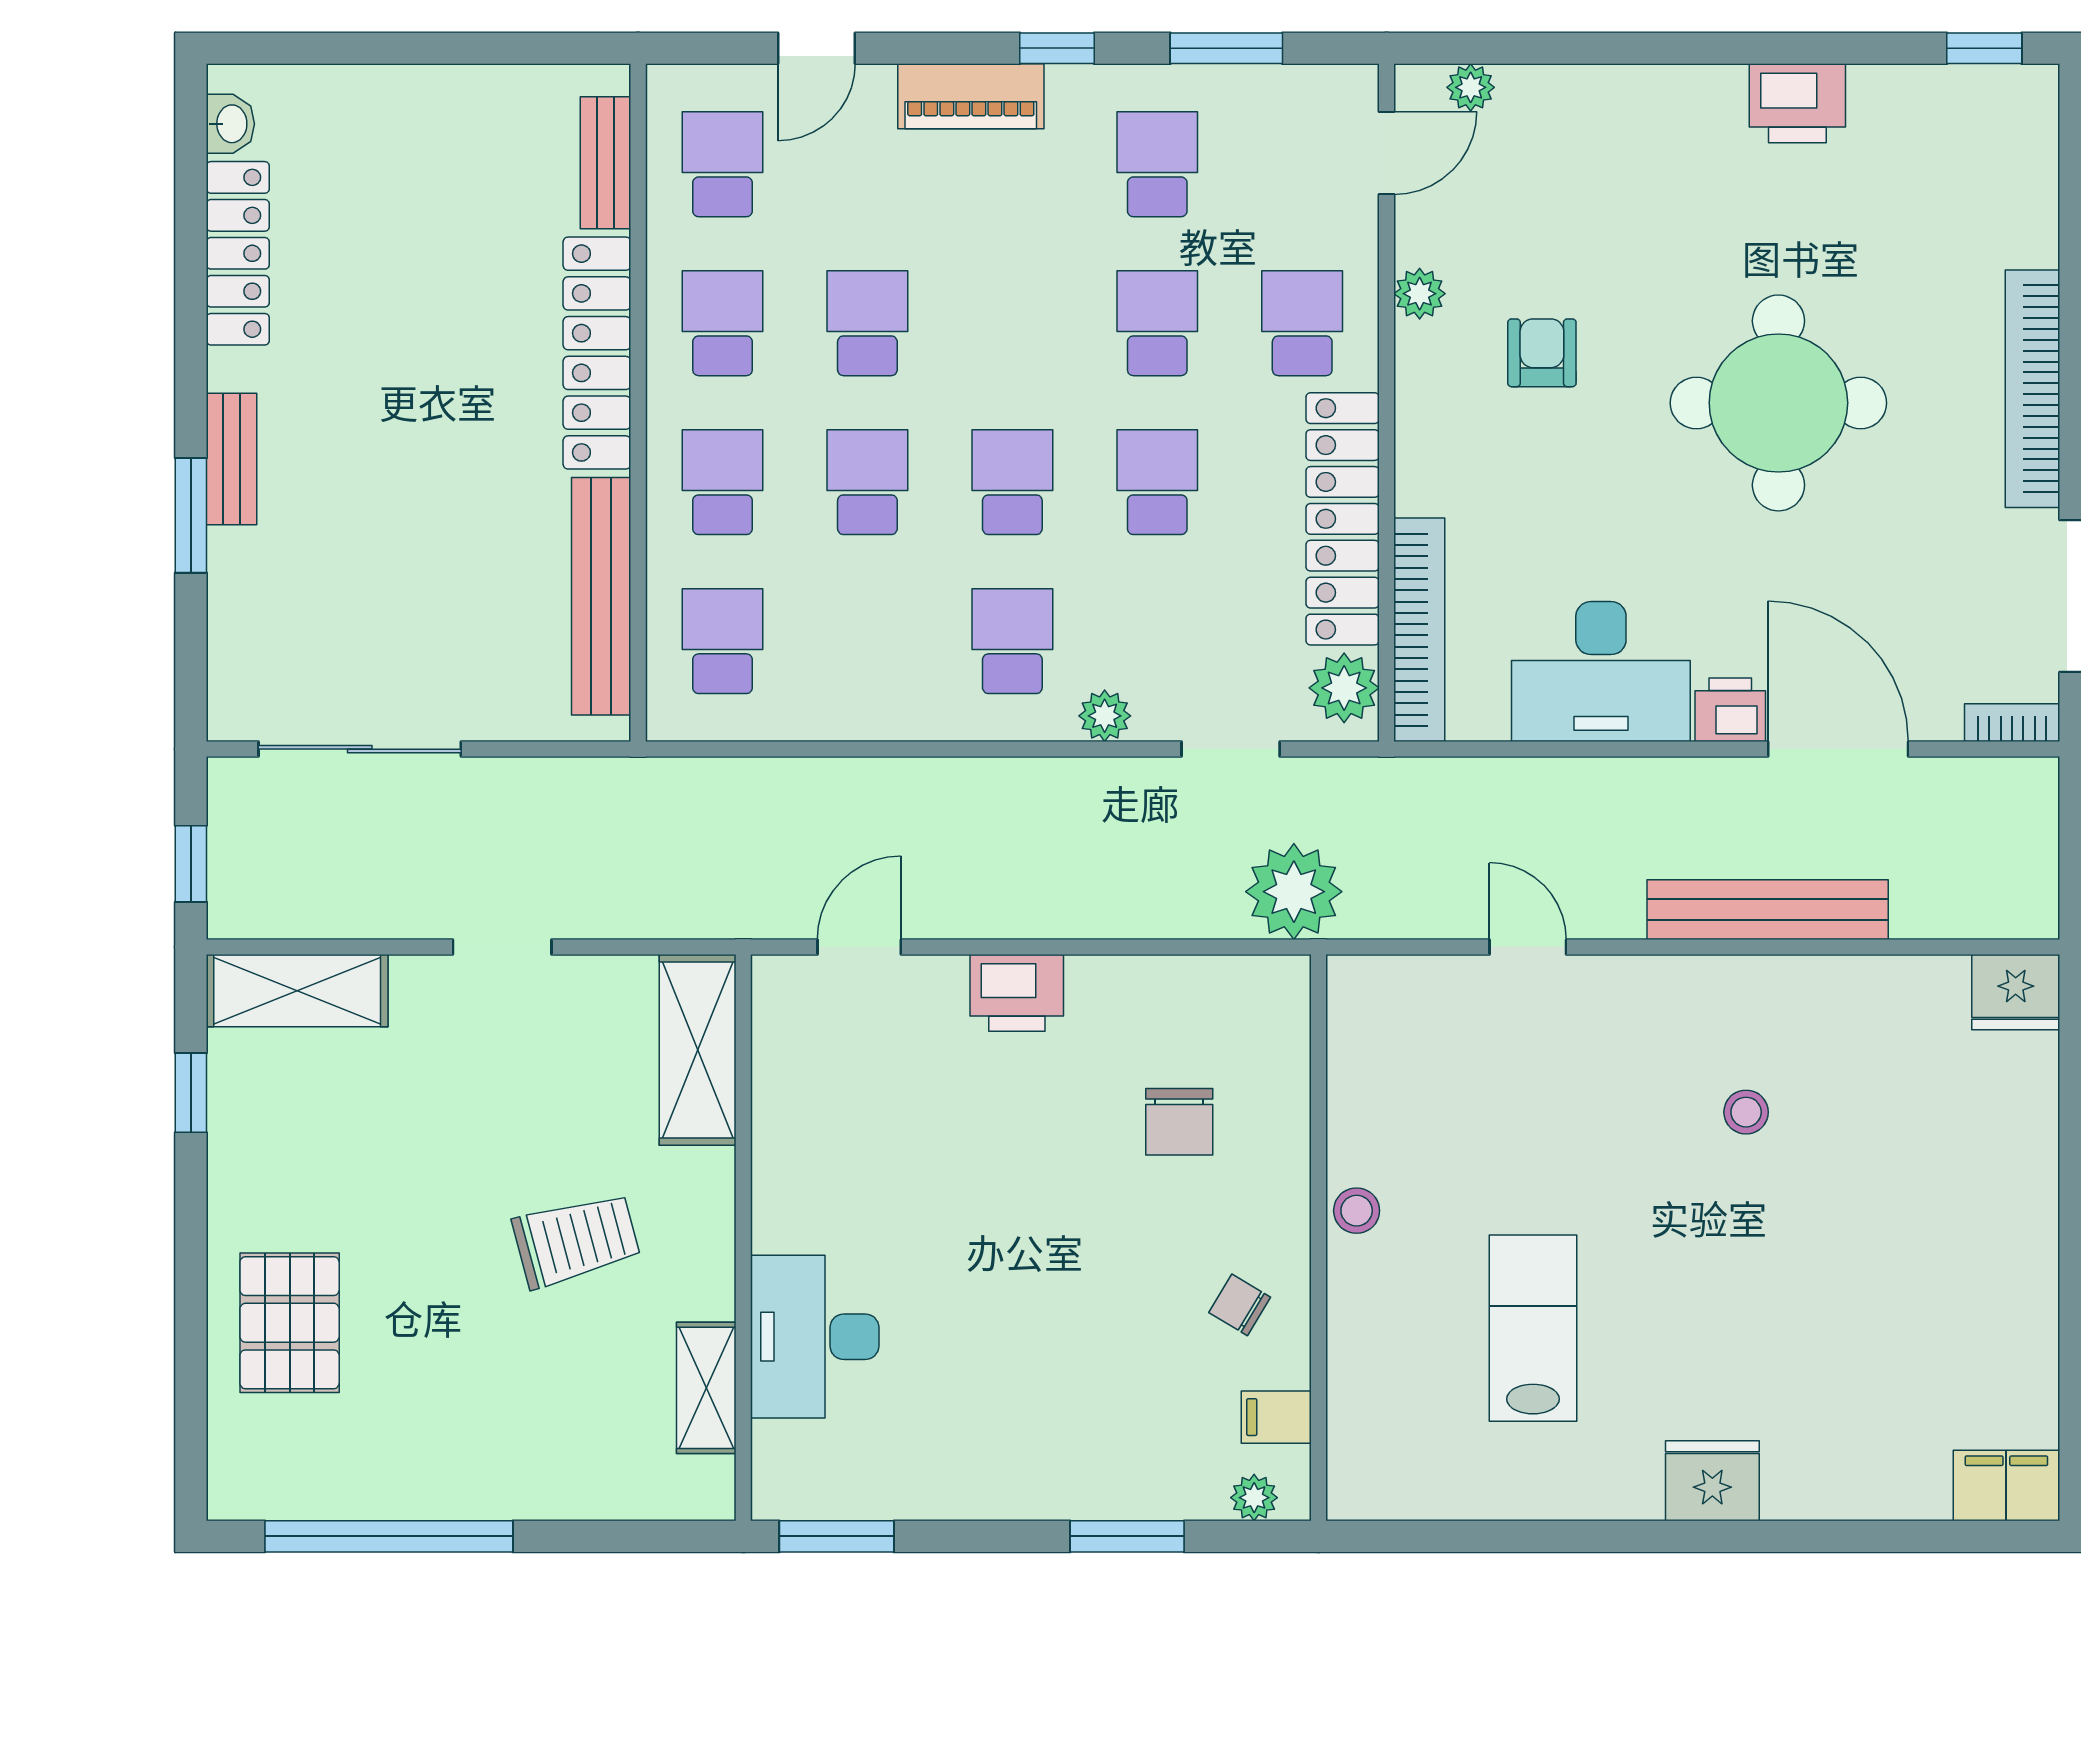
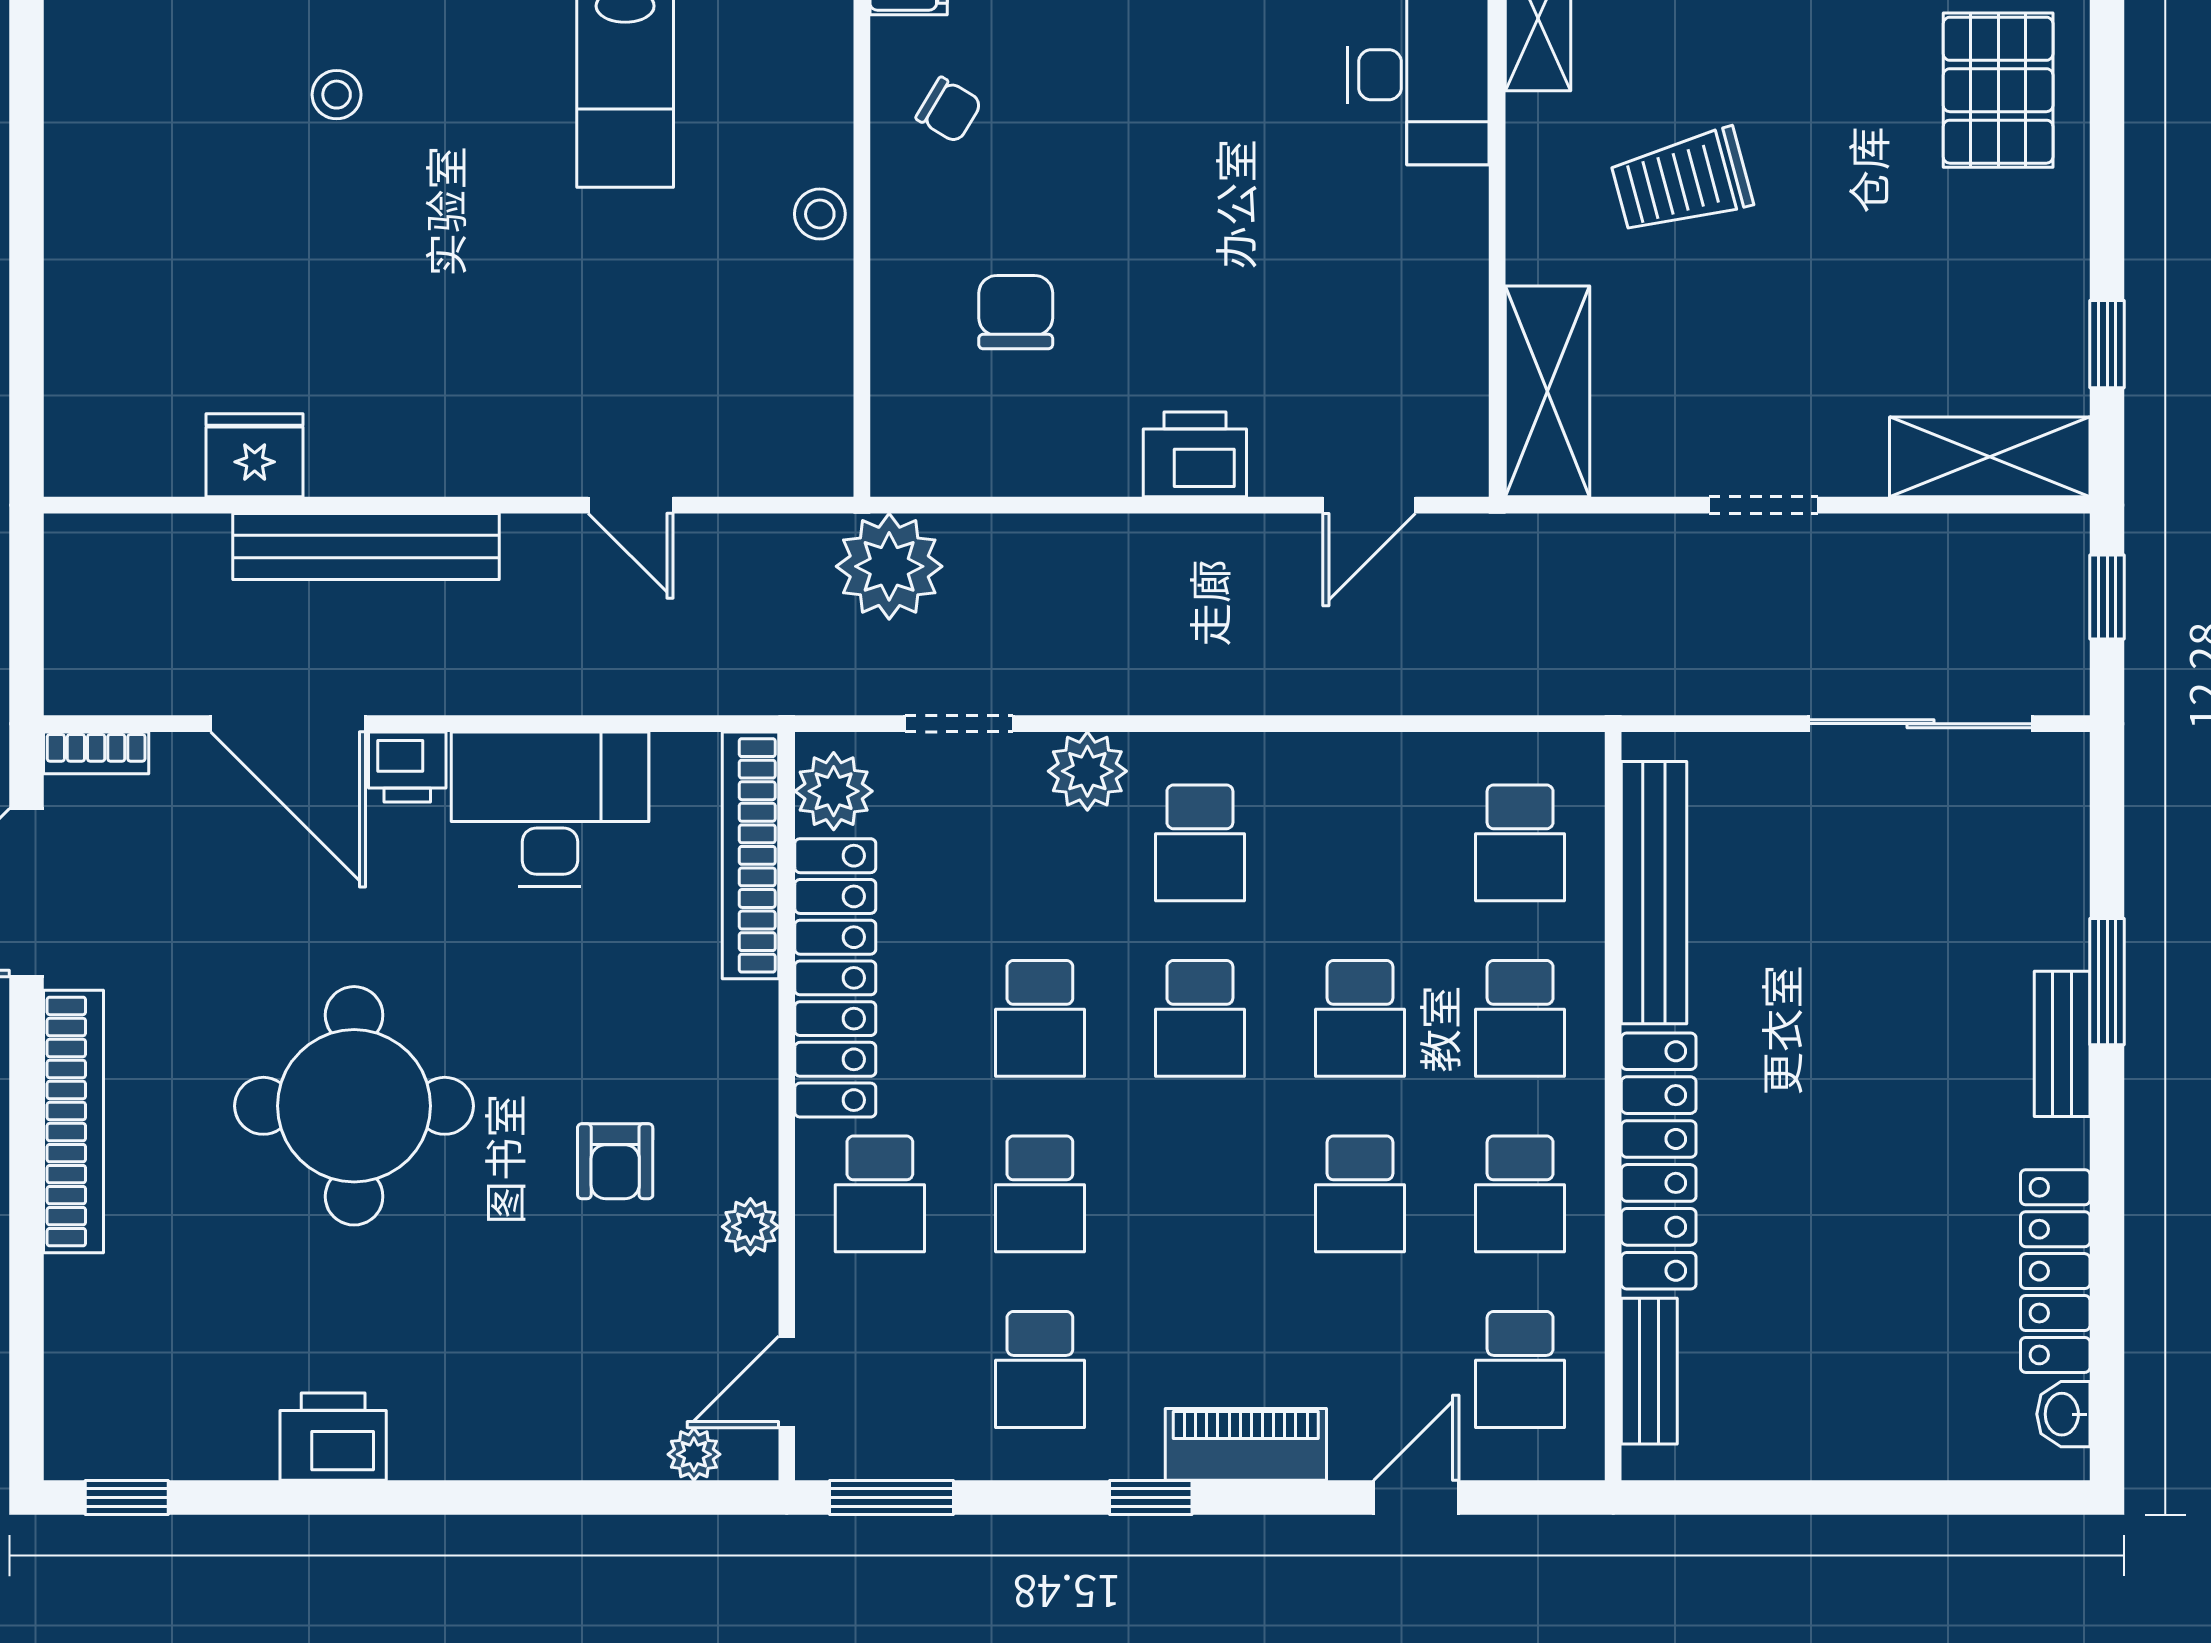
window: (1226, 48) -> (891, 1498), moved
plant: (1105, 716) -> (1087, 771), width x1.38, depth x1.38
fridge: (2016, 992) -> (255, 455), moved
stool: (1746, 1112) -> (337, 95), moved

